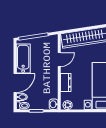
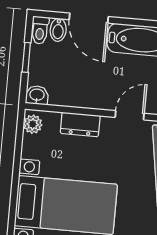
door: (59, 60) -> (130, 115), swing flipped

